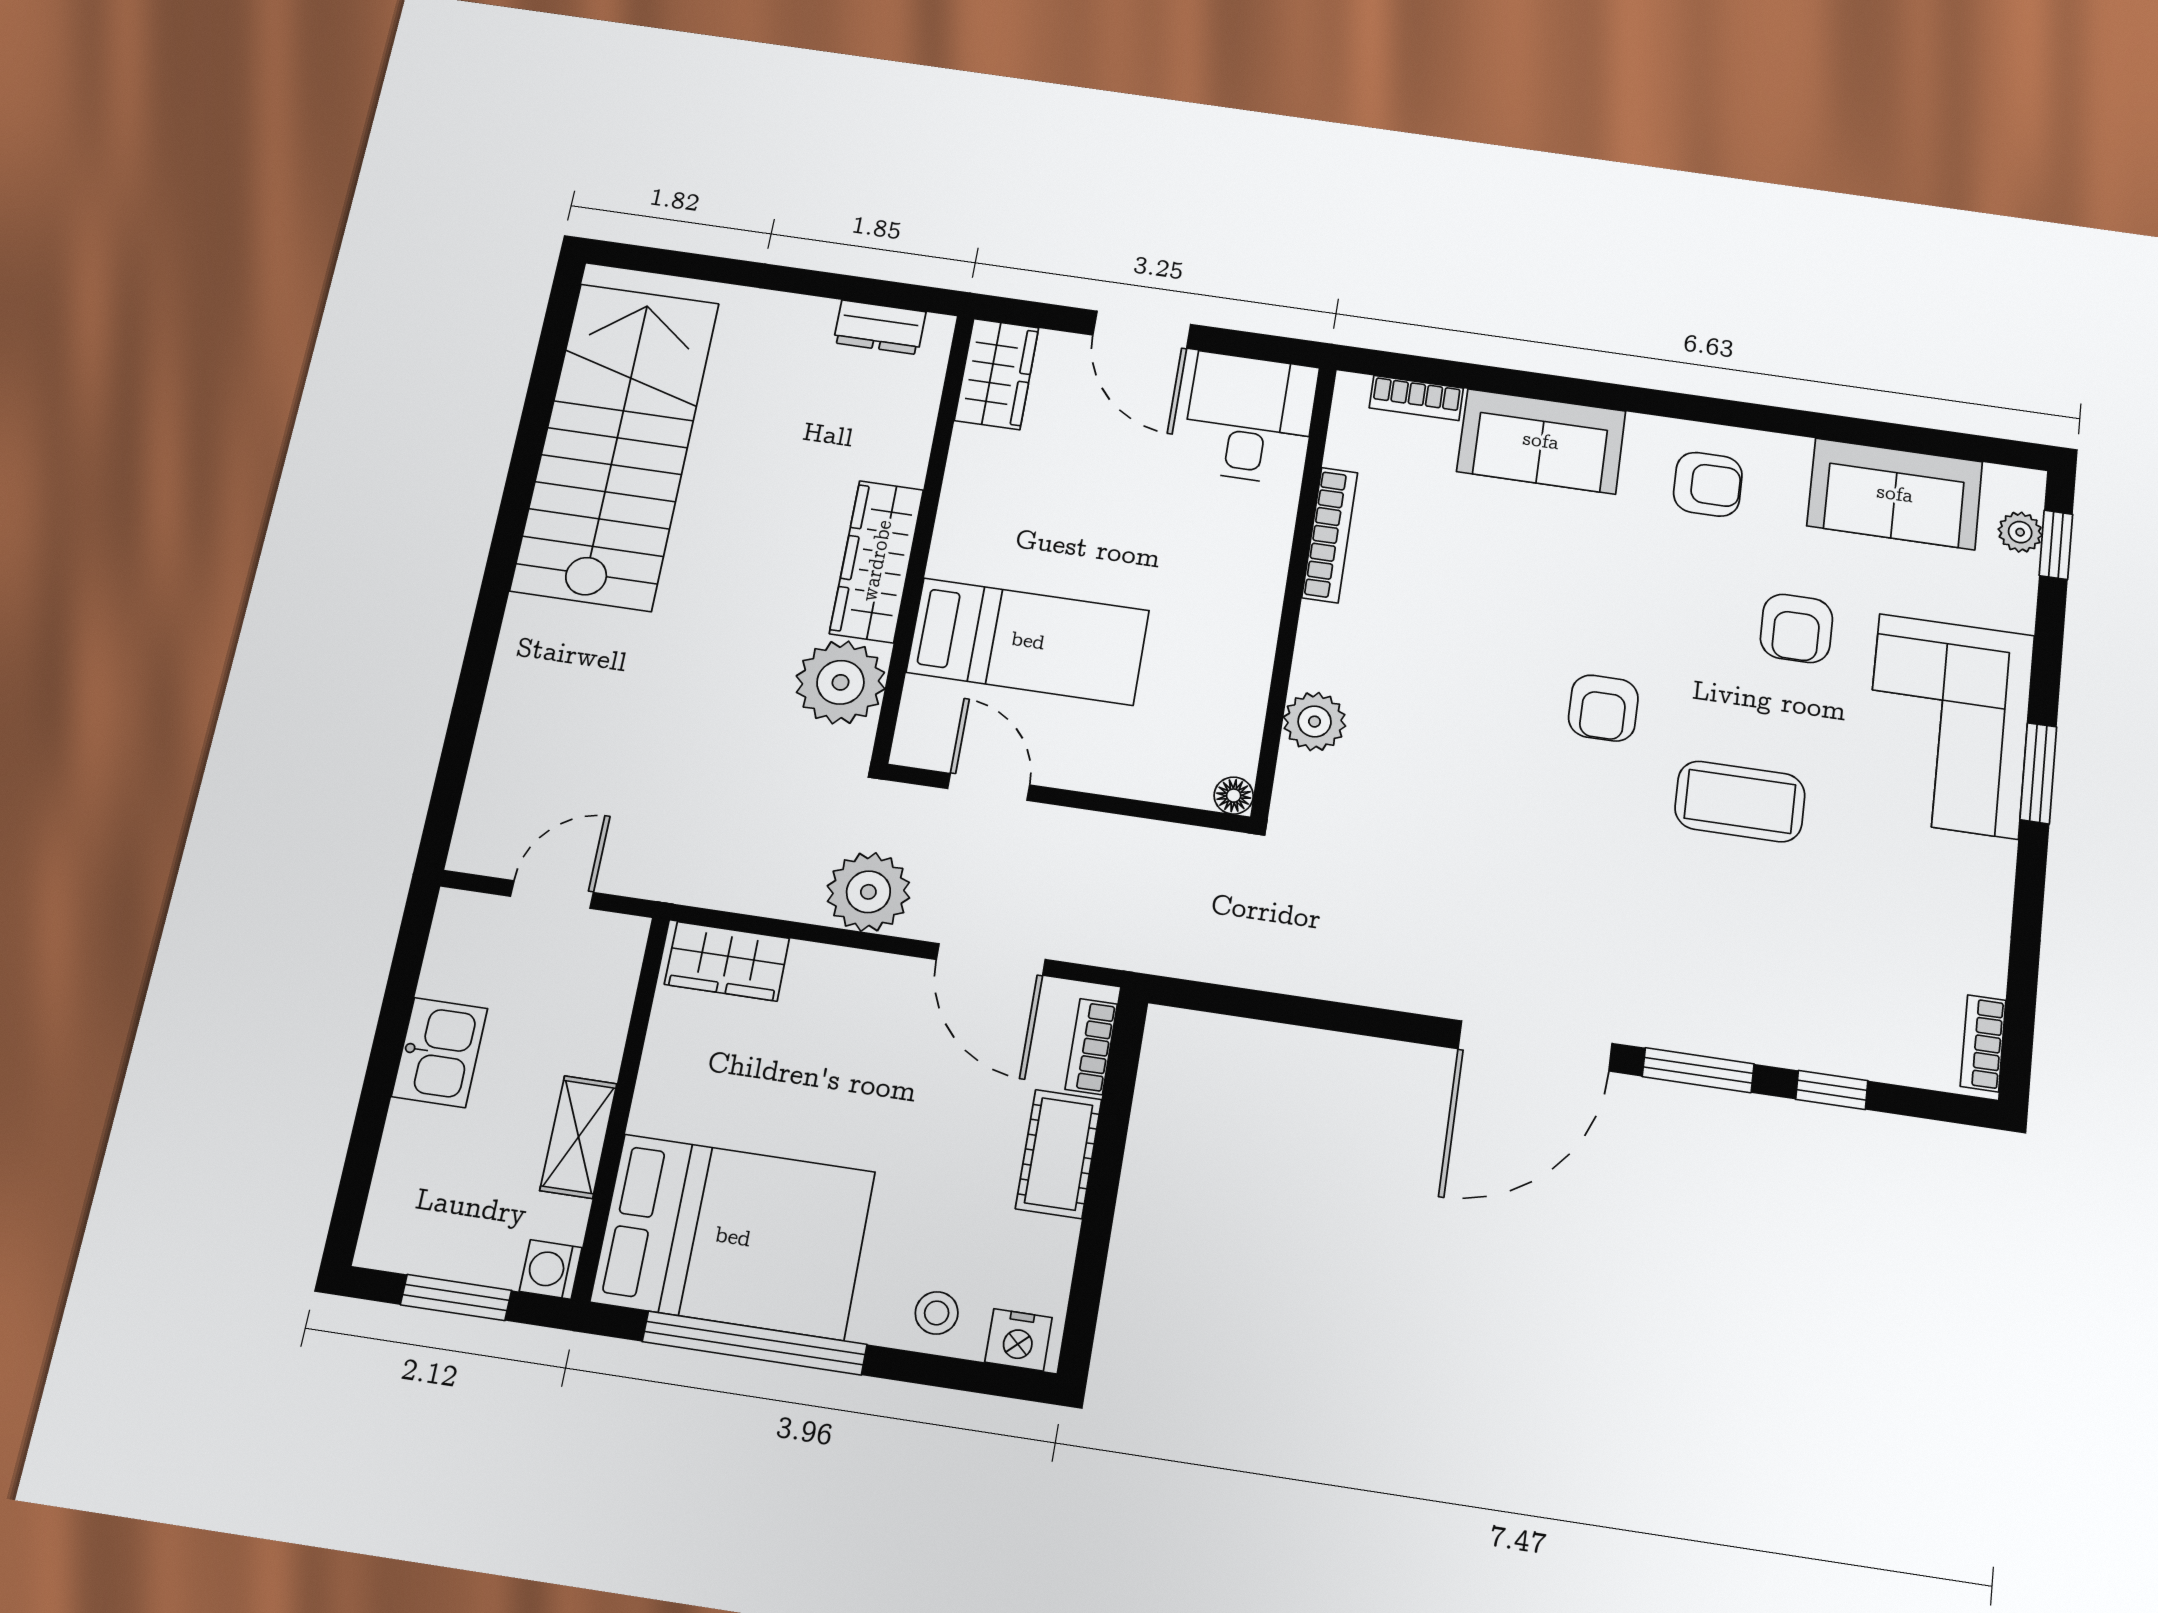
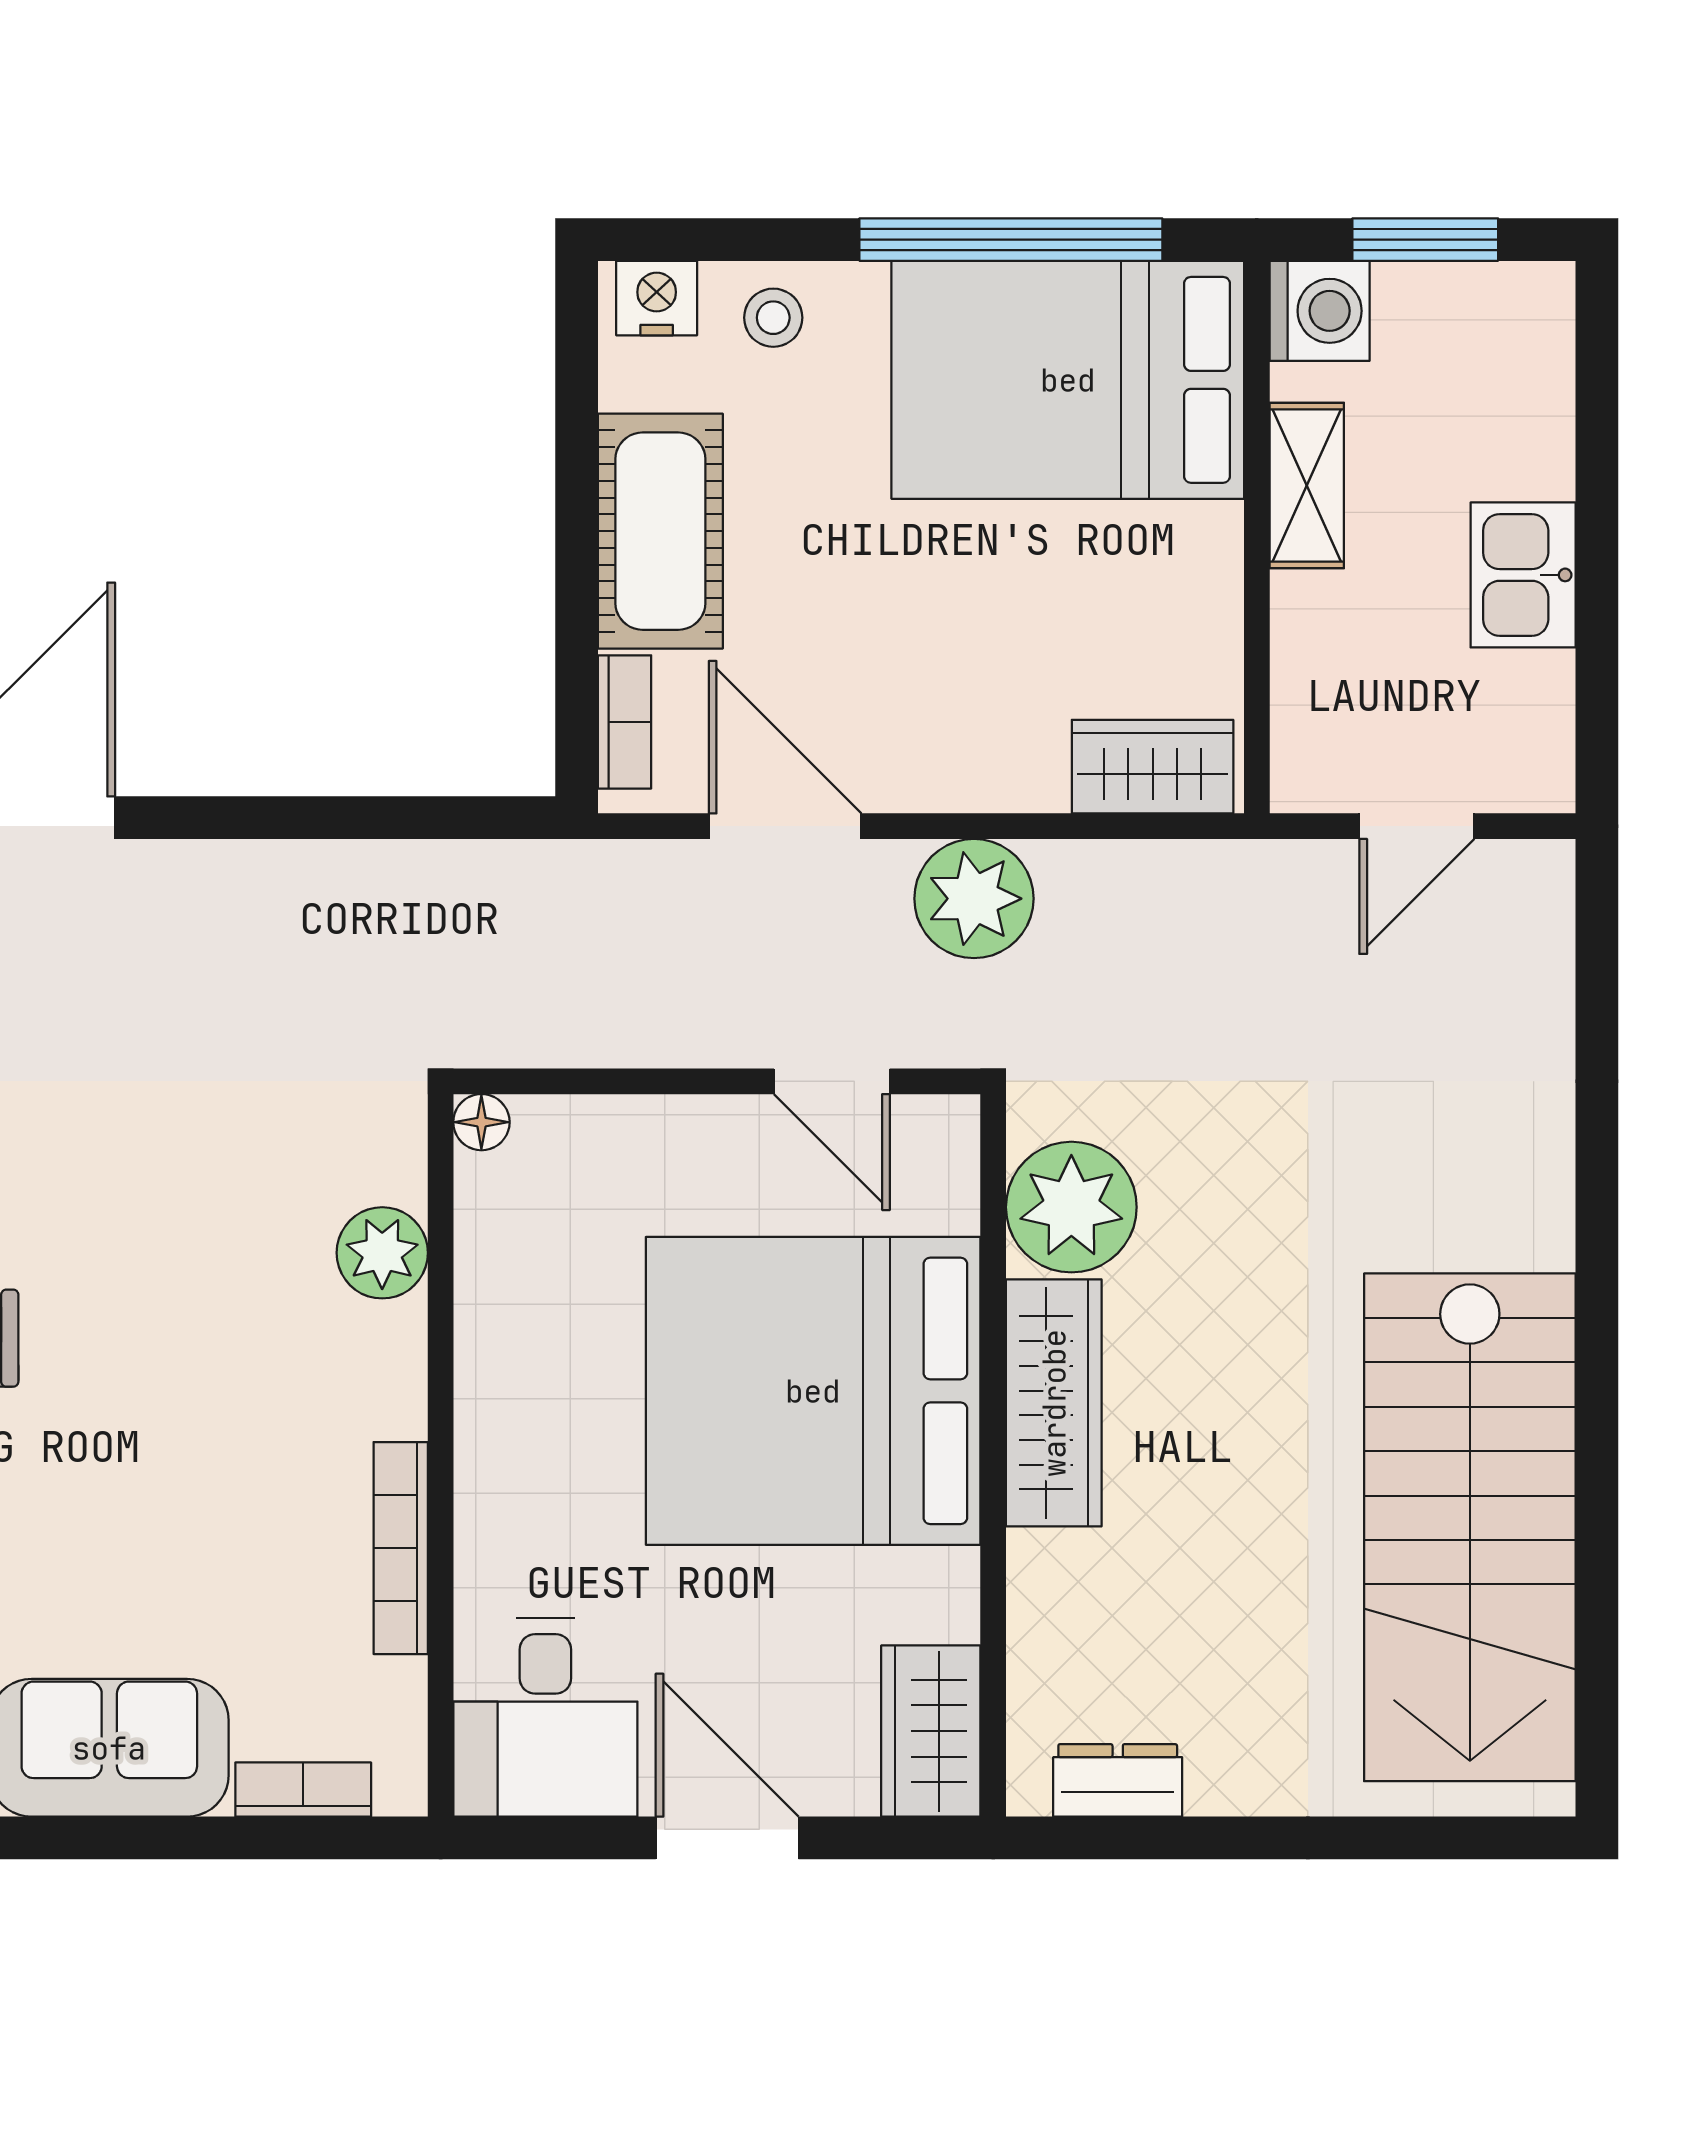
bed: (1028, 641) -> (813, 1391), width x2.04
cot: (1059, 1154) -> (660, 531), width x1.37, depth x1.34
washing machine: (551, 1269) -> (1320, 311), width x1.38, depth x1.38

